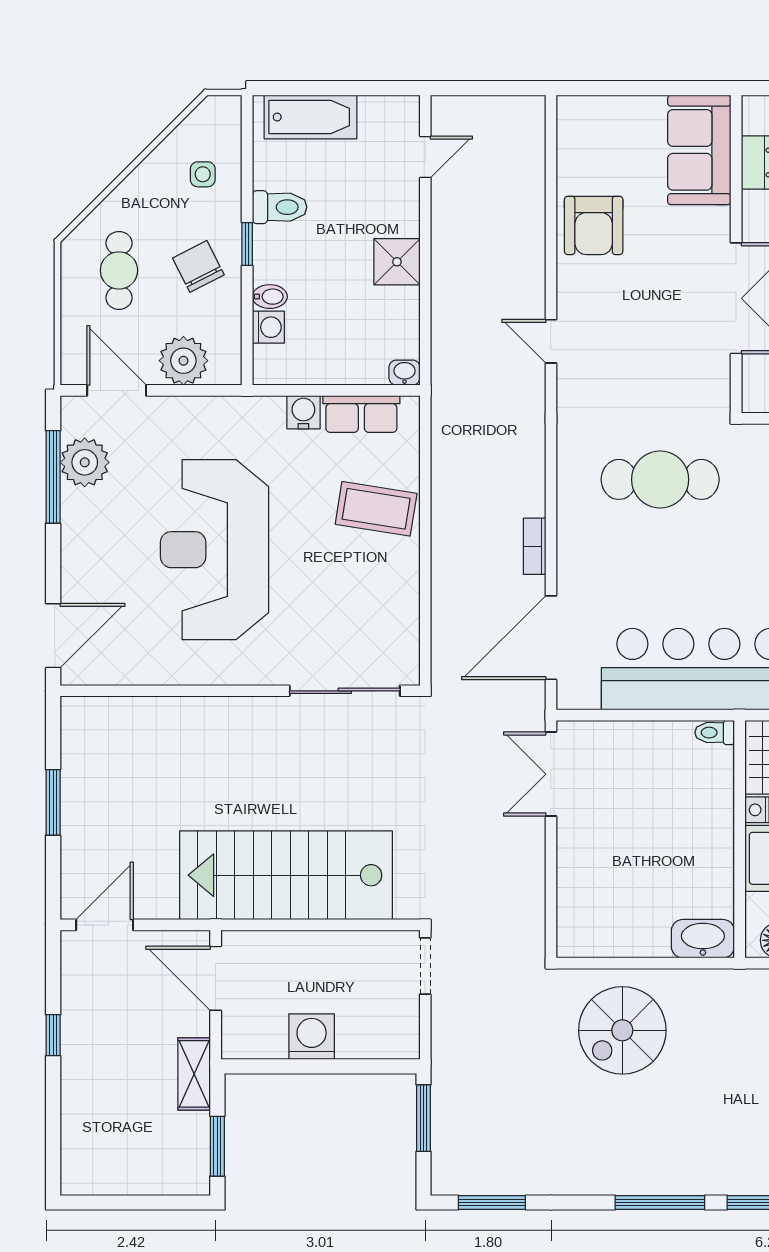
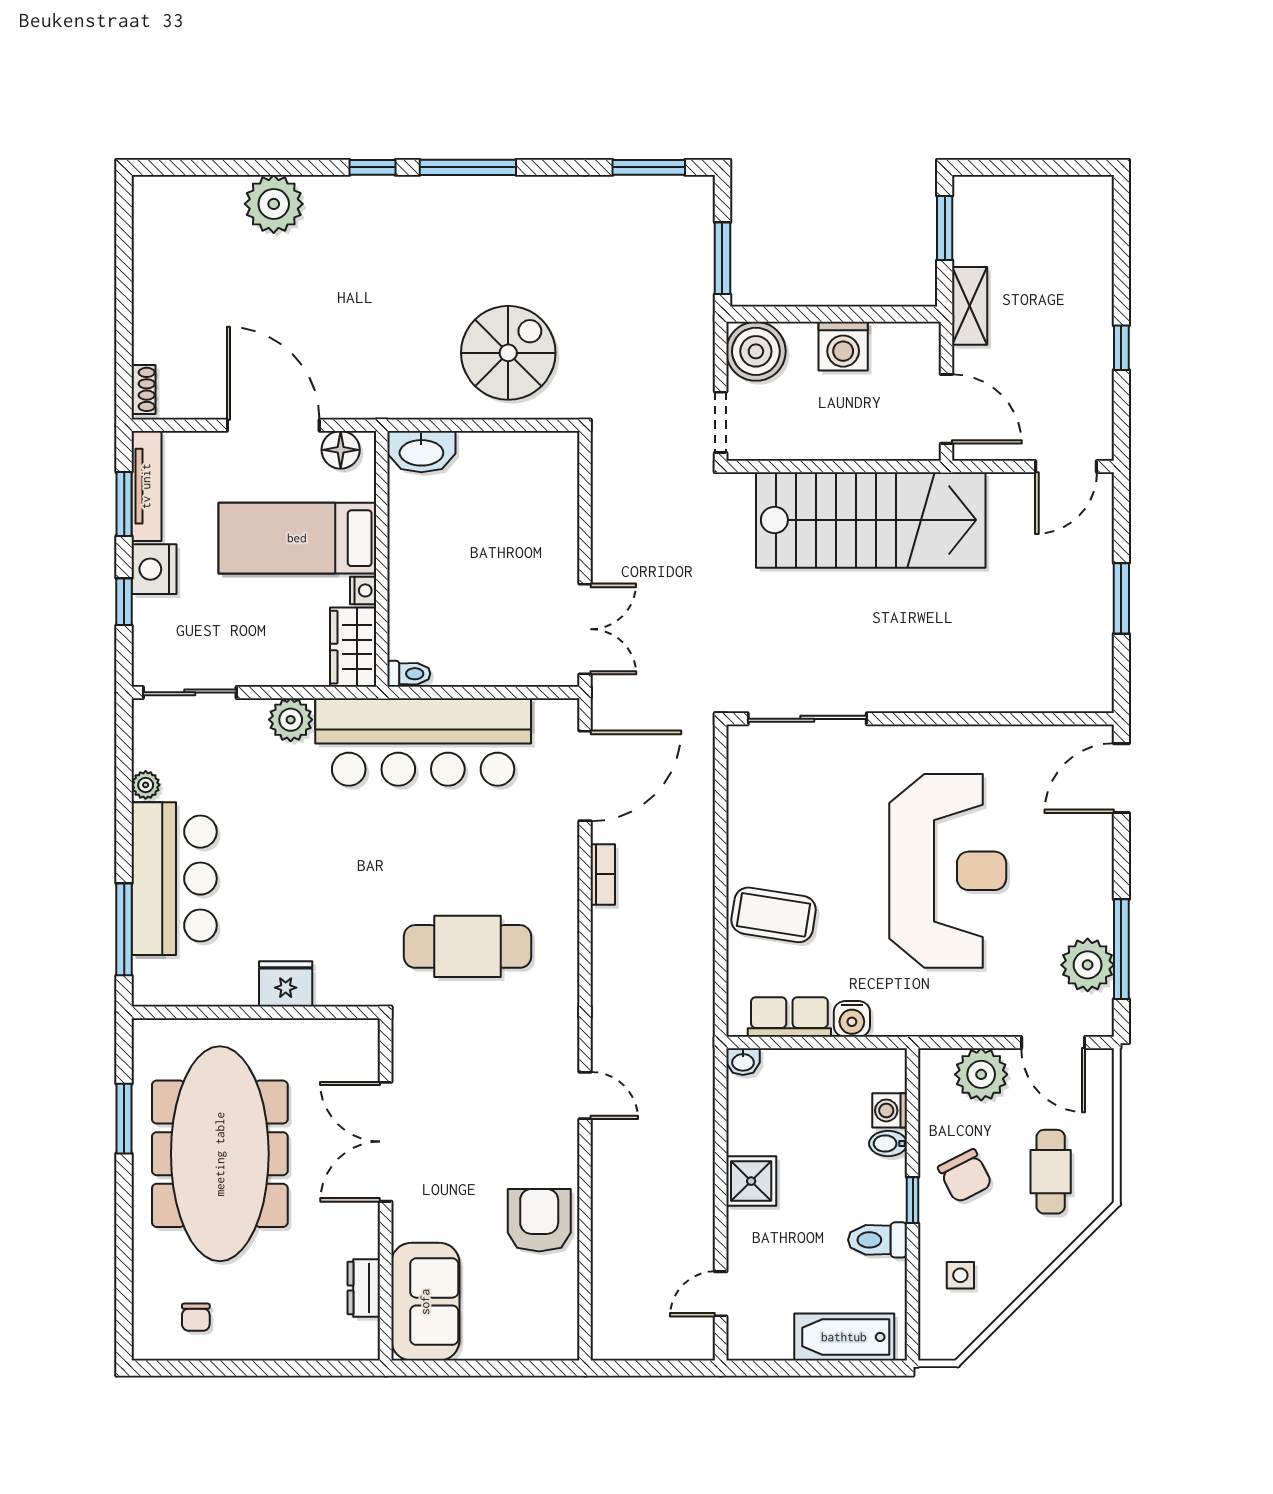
boiler: (392, 1032) -> (756, 351), added

